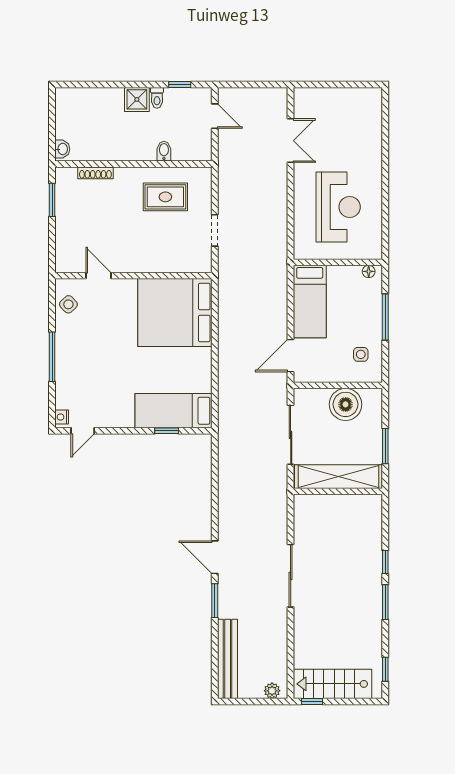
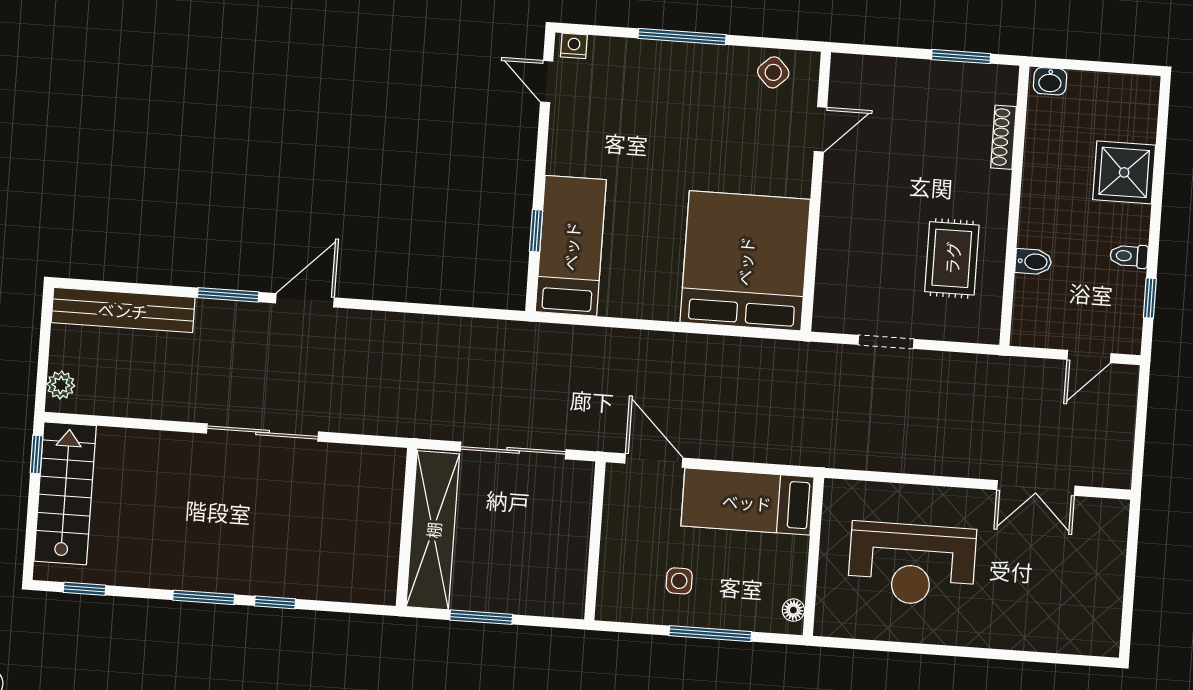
shower: (137, 99) -> (1124, 172), moved, width x1.36, depth x1.36
side table: (361, 354) -> (679, 581), moved
boiler: (346, 404) -> (560, 552), removed

